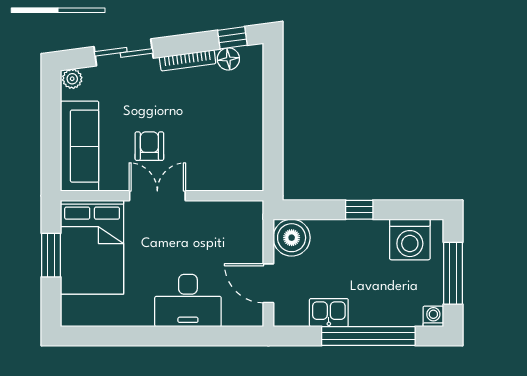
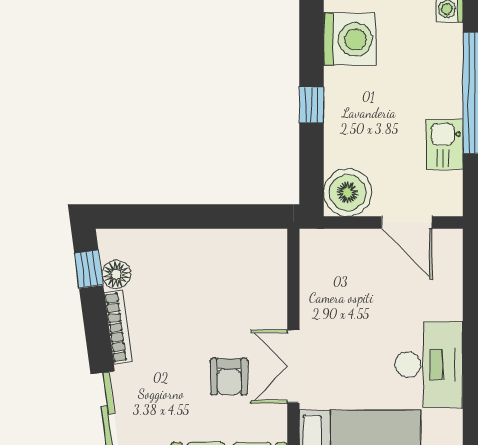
armchair: (149, 146) -> (229, 377), turned -90
door: (268, 283) -> (407, 223), hinge flipped
desk: (188, 300) -> (429, 364), moved

